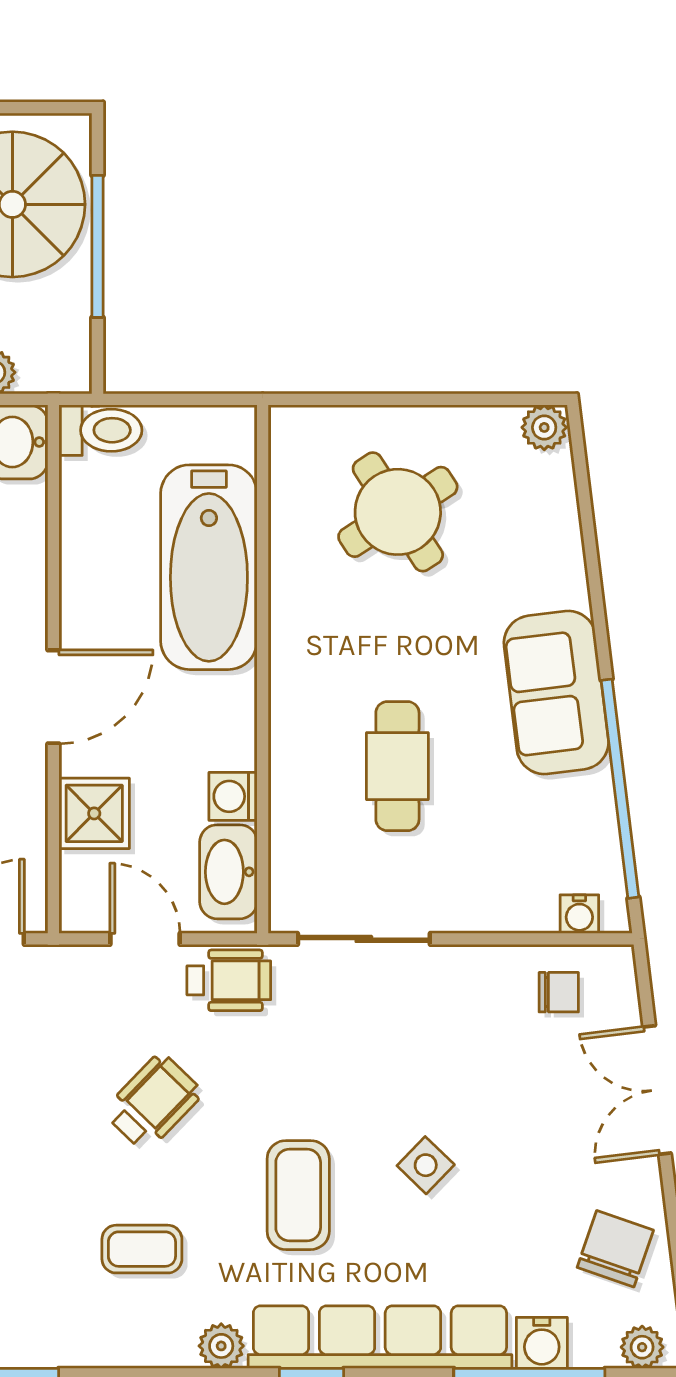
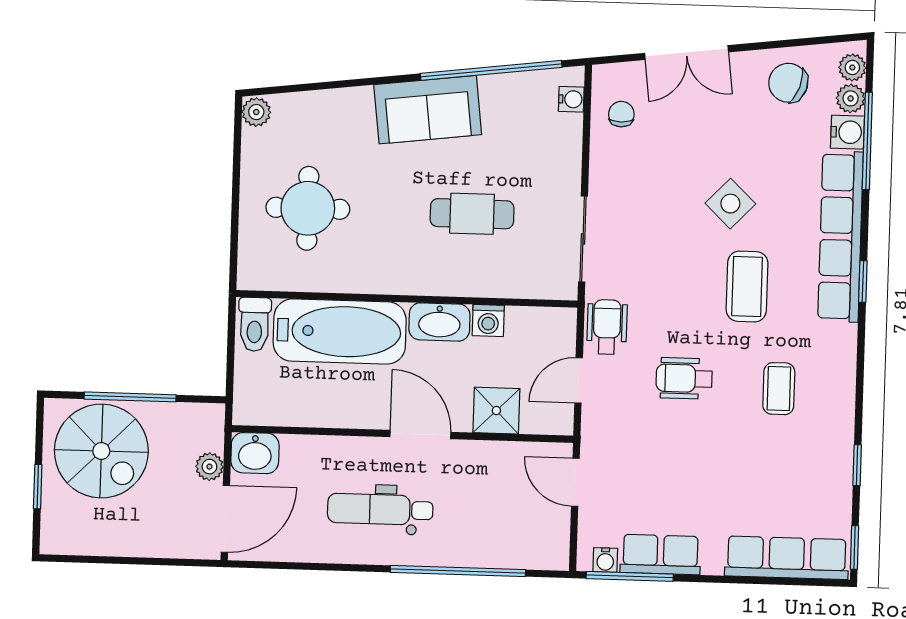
toilet: (100, 430) -> (255, 324), moved, turned 180
round table: (398, 512) -> (308, 208), turned 33
washbasin: (228, 872) -> (439, 322), moved
wheelchair: (153, 1102) -> (684, 378), turned -44
side table: (426, 1165) -> (730, 204), width x1.37, depth x1.37
coffee table: (298, 1195) -> (747, 287), turned 90
plant: (221, 1346) -> (851, 98), moved

